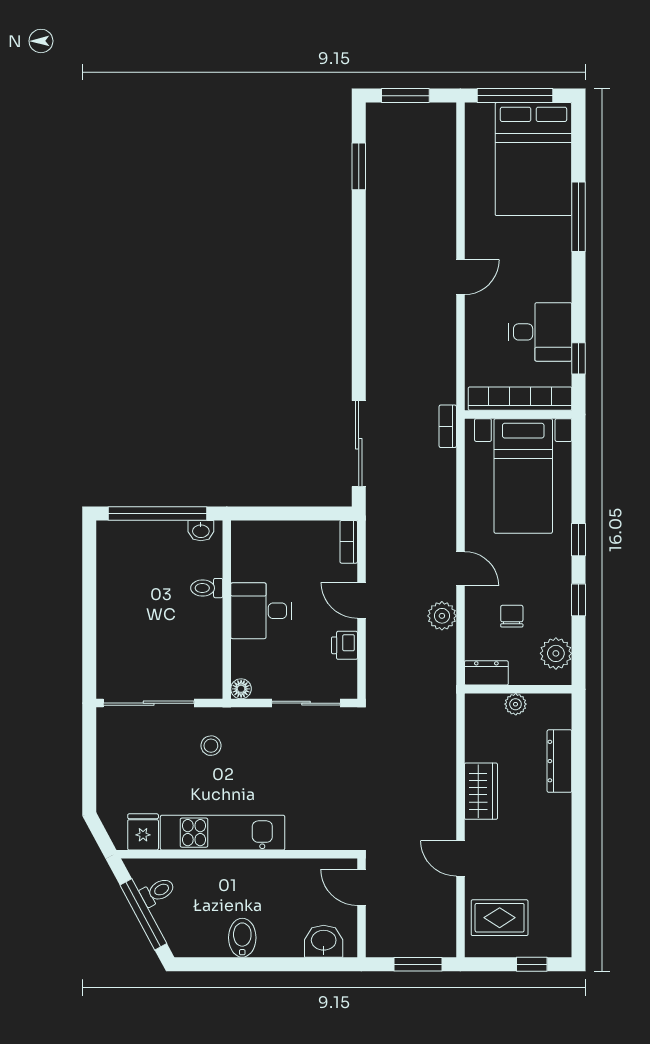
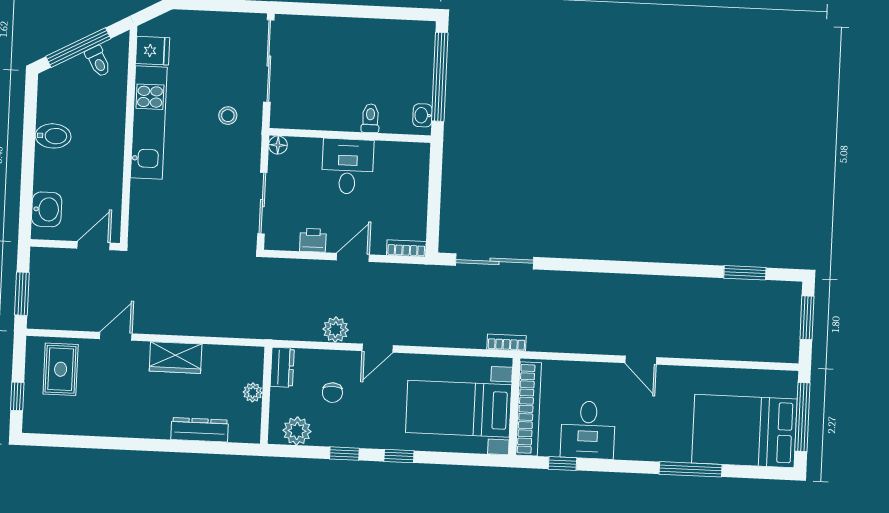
chair: (512, 616) -> (332, 393), turned 90

